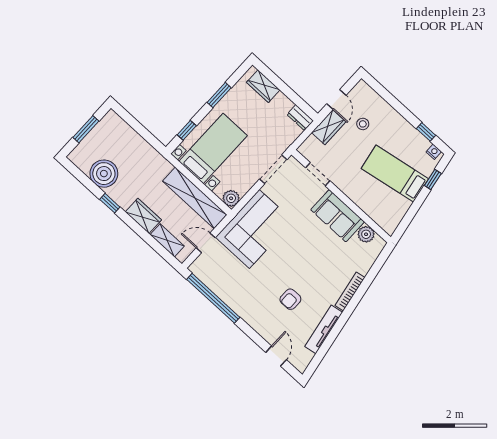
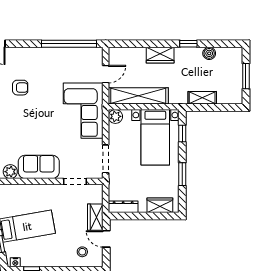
dresser: (300, 118) -> (123, 207), width x1.44
stool: (363, 124) -> (82, 252), moved
boiler: (104, 174) -> (209, 53), width x0.54, depth x0.54
shelving: (167, 240) -> (202, 98), moved
armchair: (290, 299) -> (20, 88), turned 90

